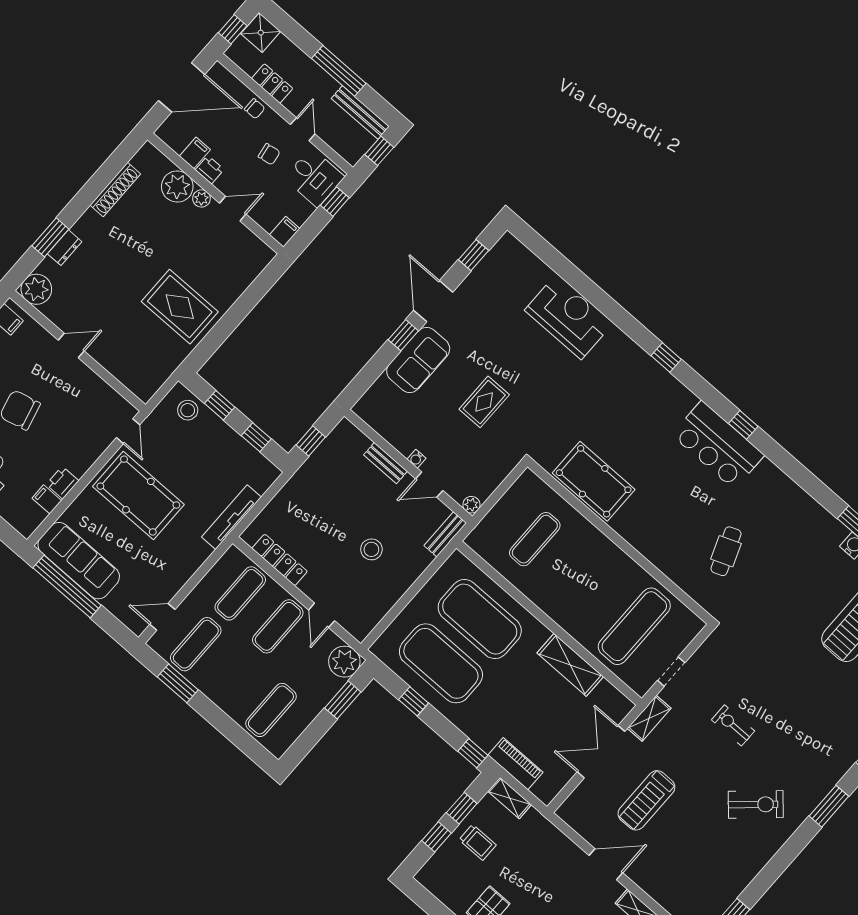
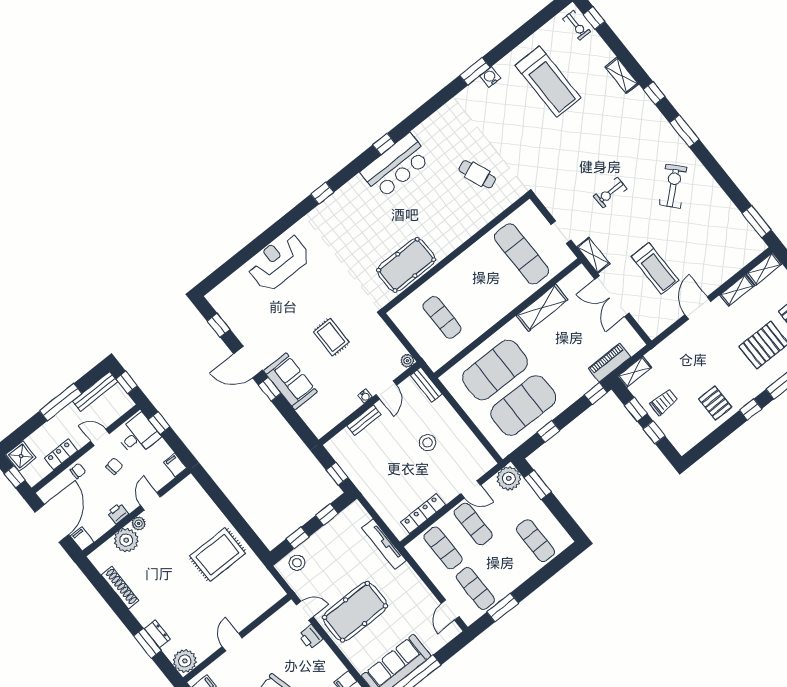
filing cabinet: (195, 153) -> (82, 539), moved
printer: (63, 483) -> (311, 637), moved

